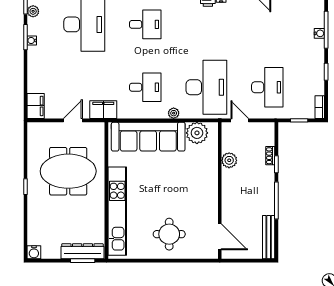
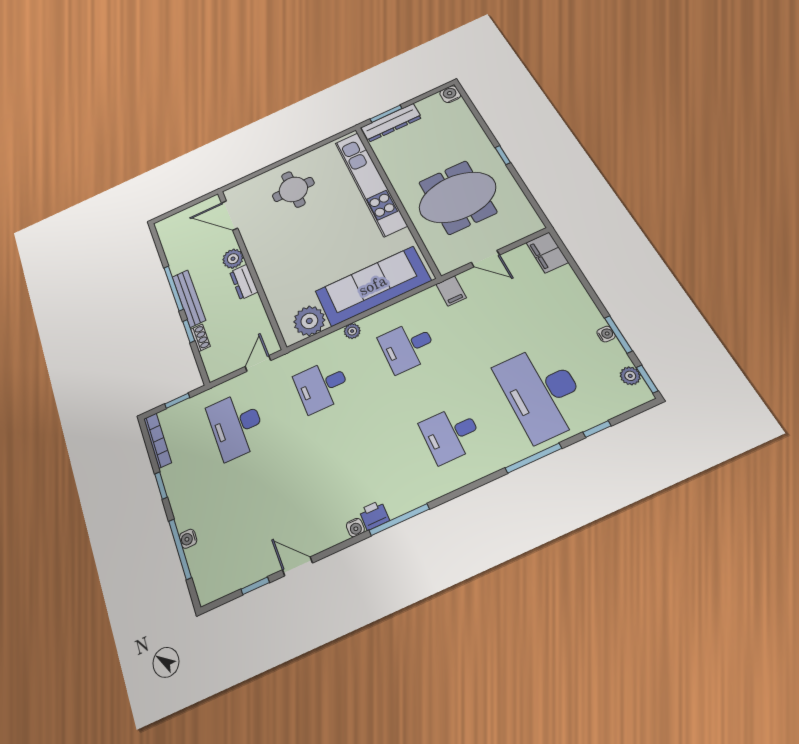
desk: (206, 87) -> (322, 386), width x0.53, depth x0.77
bookcase: (320, 107) -> (157, 440), width x1.56
filing cabinet: (103, 110) -> (451, 291), width x0.50
door: (73, 120) -> (485, 259), hinge flipped
door: (240, 120) -> (258, 363), swing flipped
plant: (229, 160) -> (233, 259), moved
dresser: (228, 181) -> (244, 282), added
bench: (269, 237) -> (189, 298), moved

